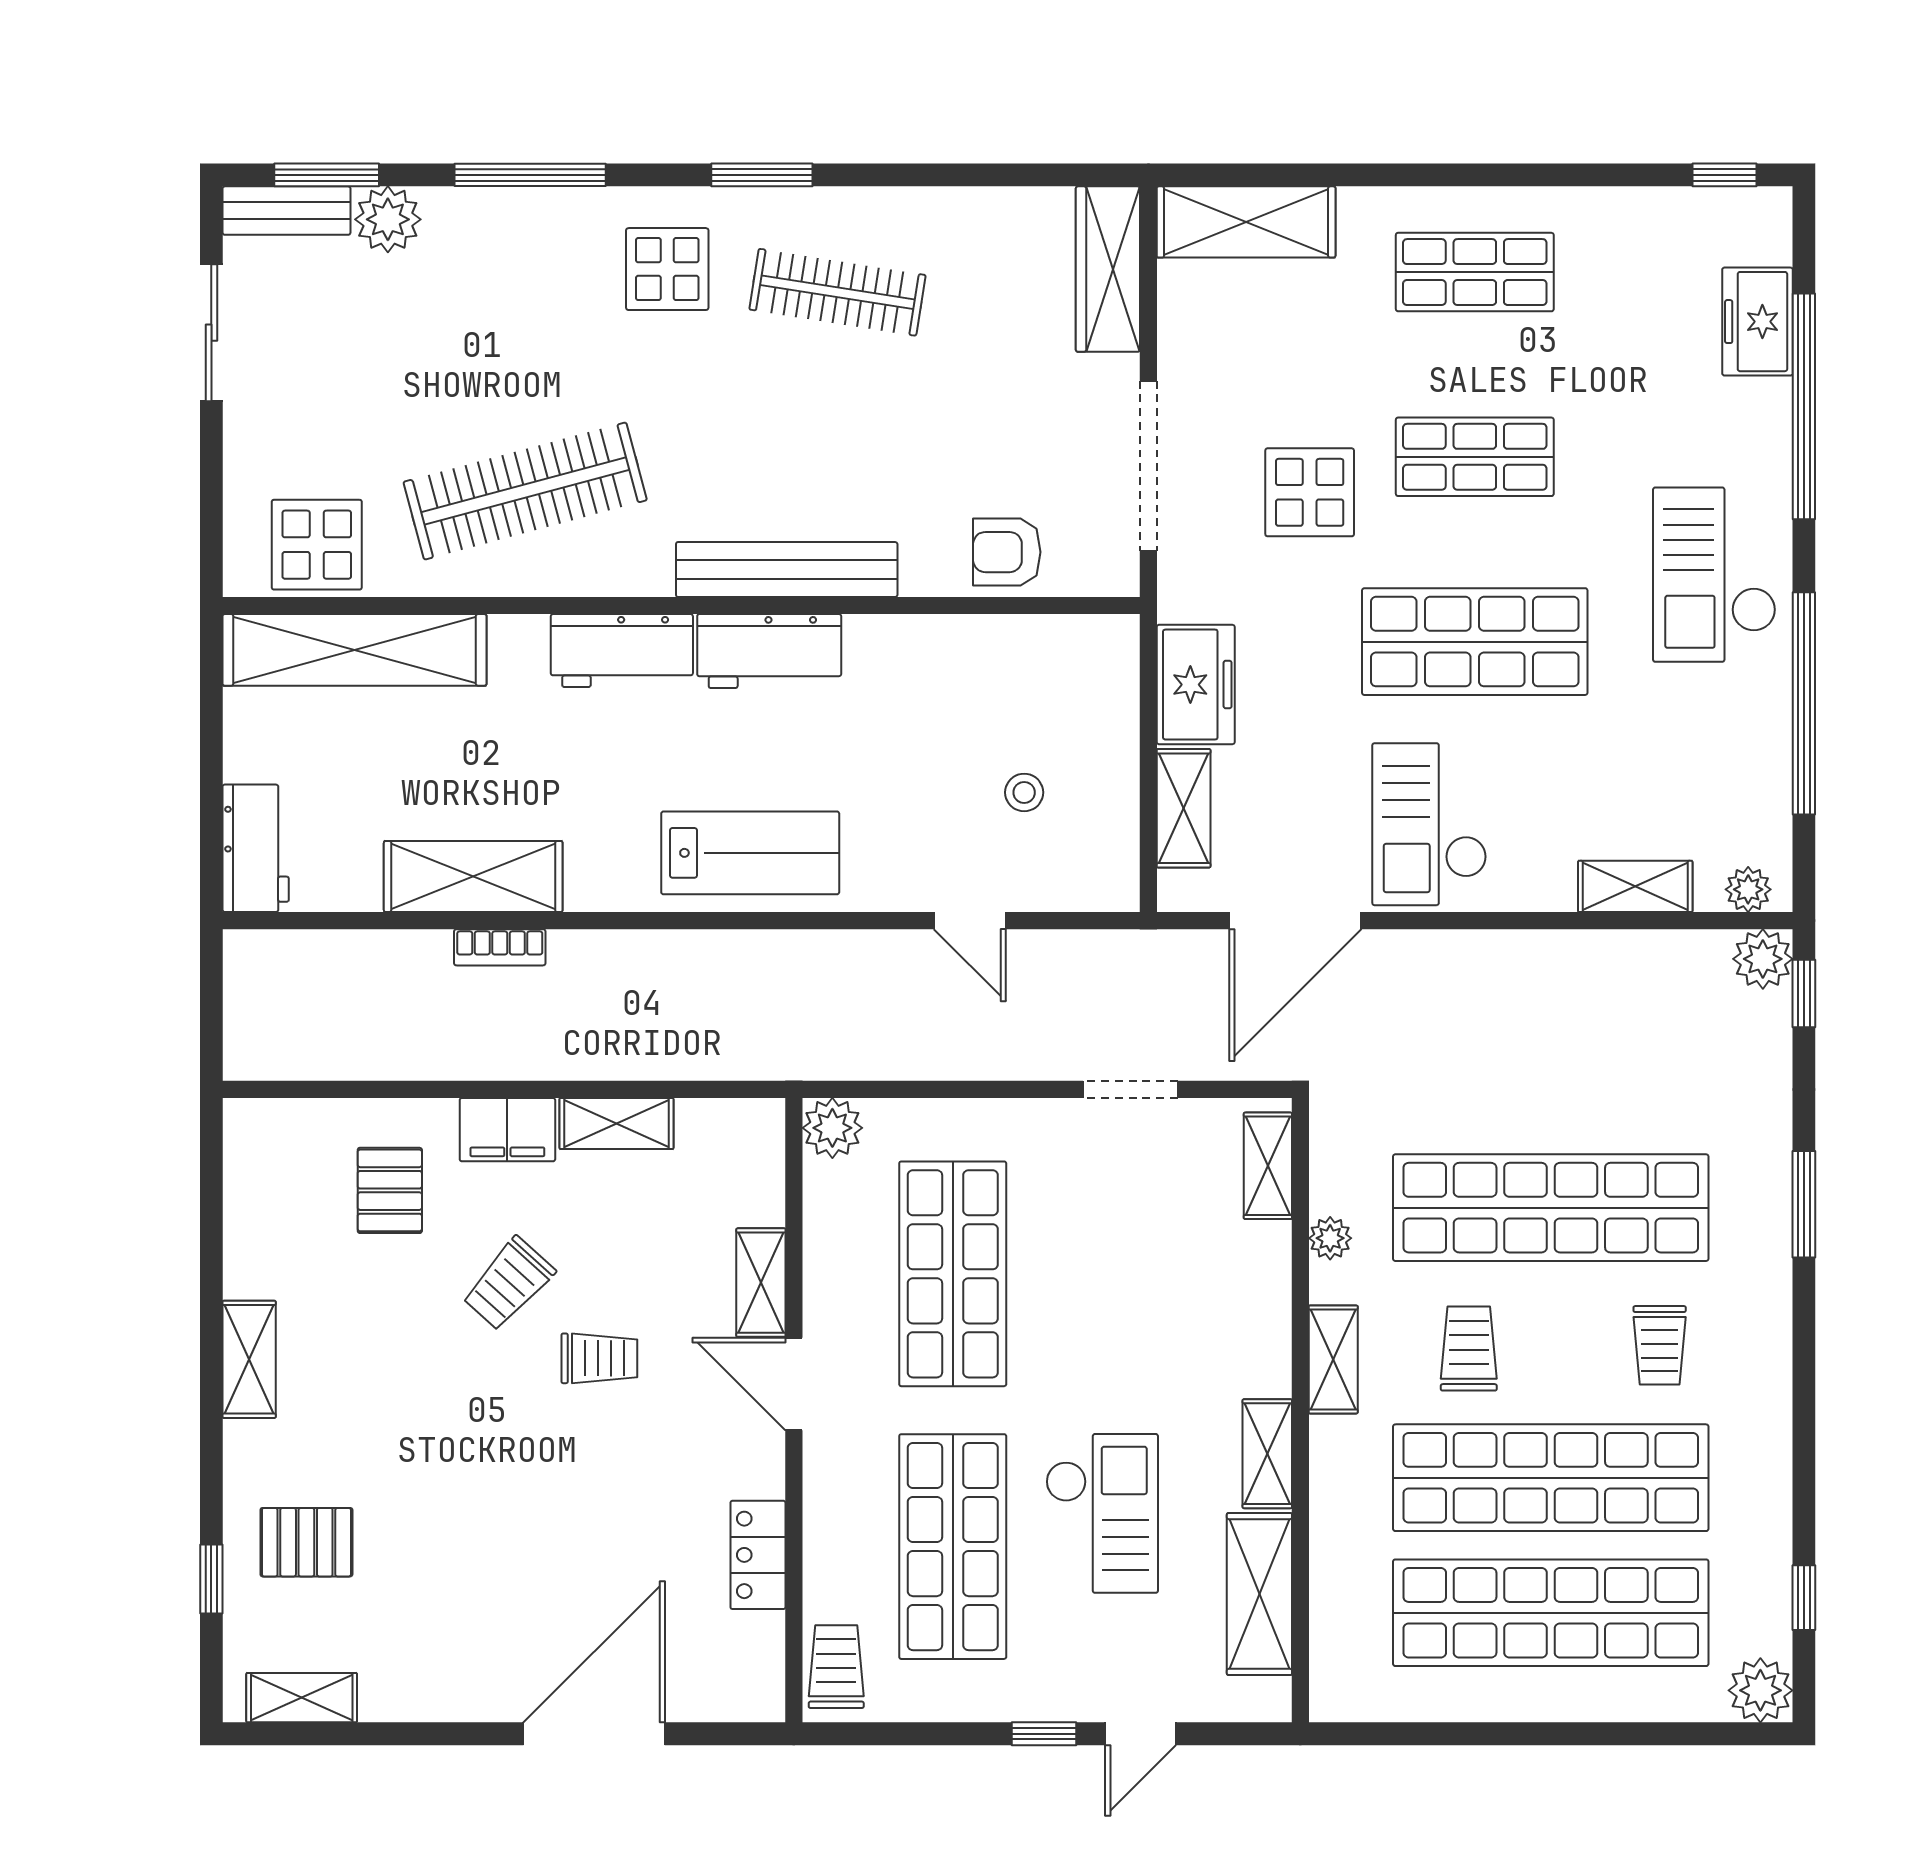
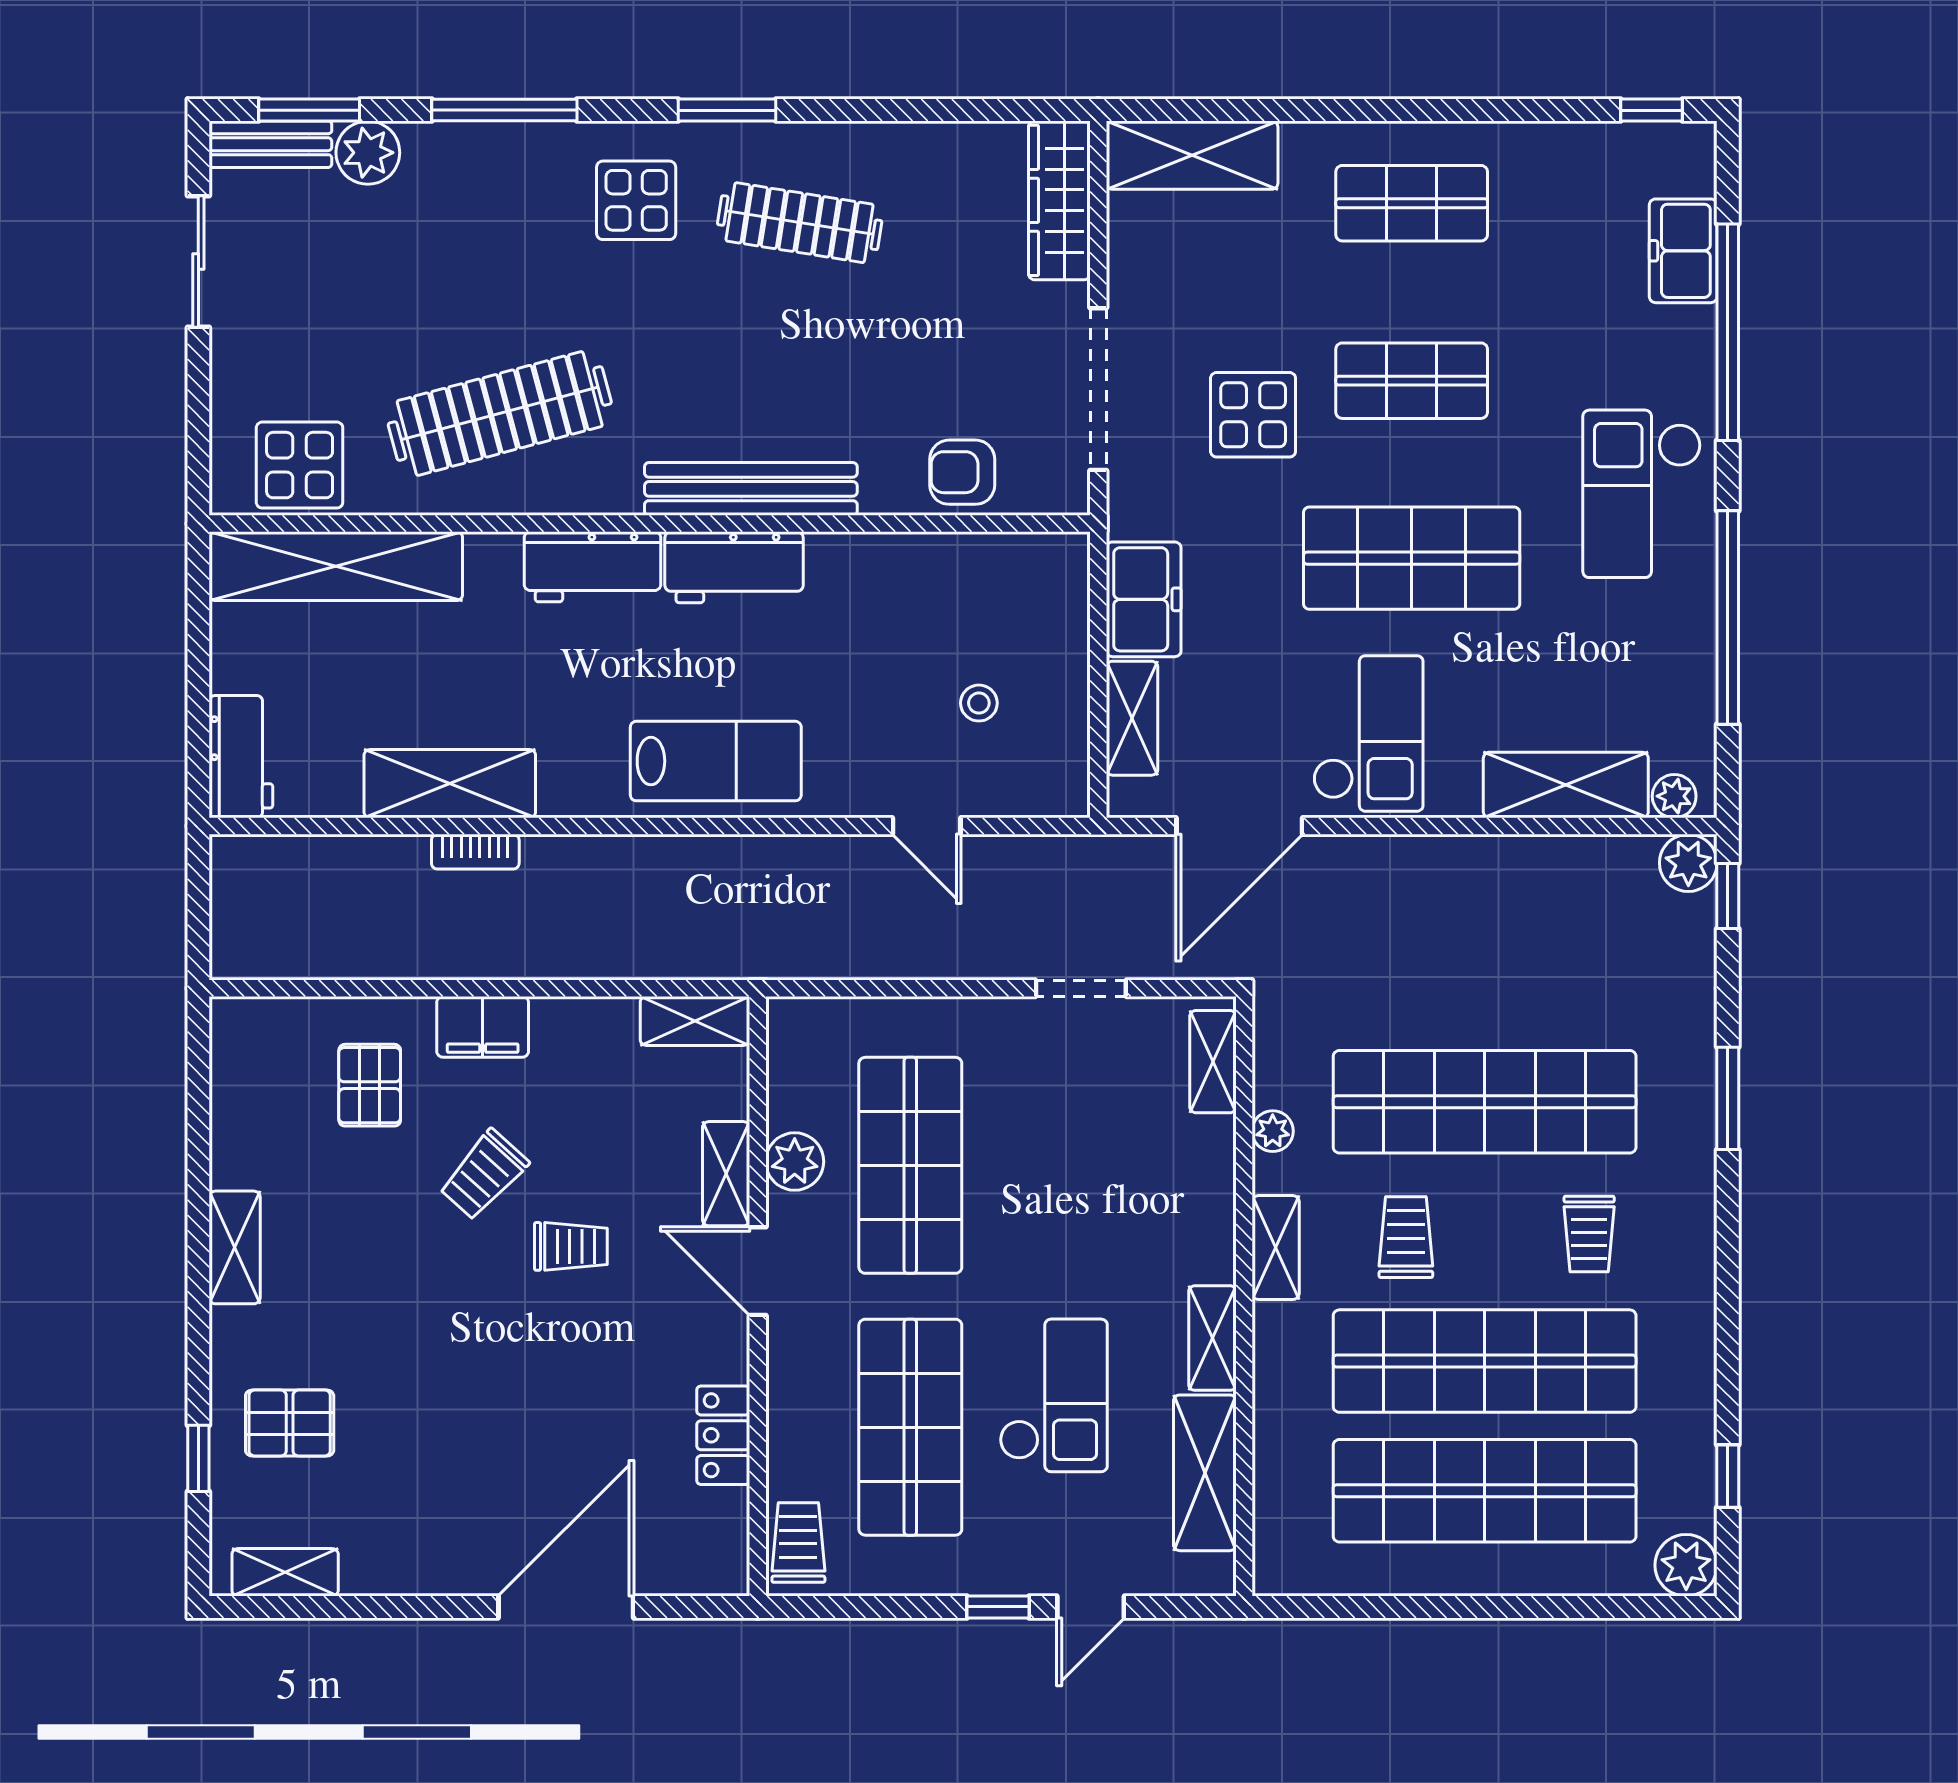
checkout: (1430, 824) -> (1368, 733), turned 180
shelving: (1635, 886) -> (1566, 785), width x1.50, depth x1.33
shelving: (616, 1123) -> (695, 1021), moved
plant: (832, 1128) -> (795, 1162), moved

